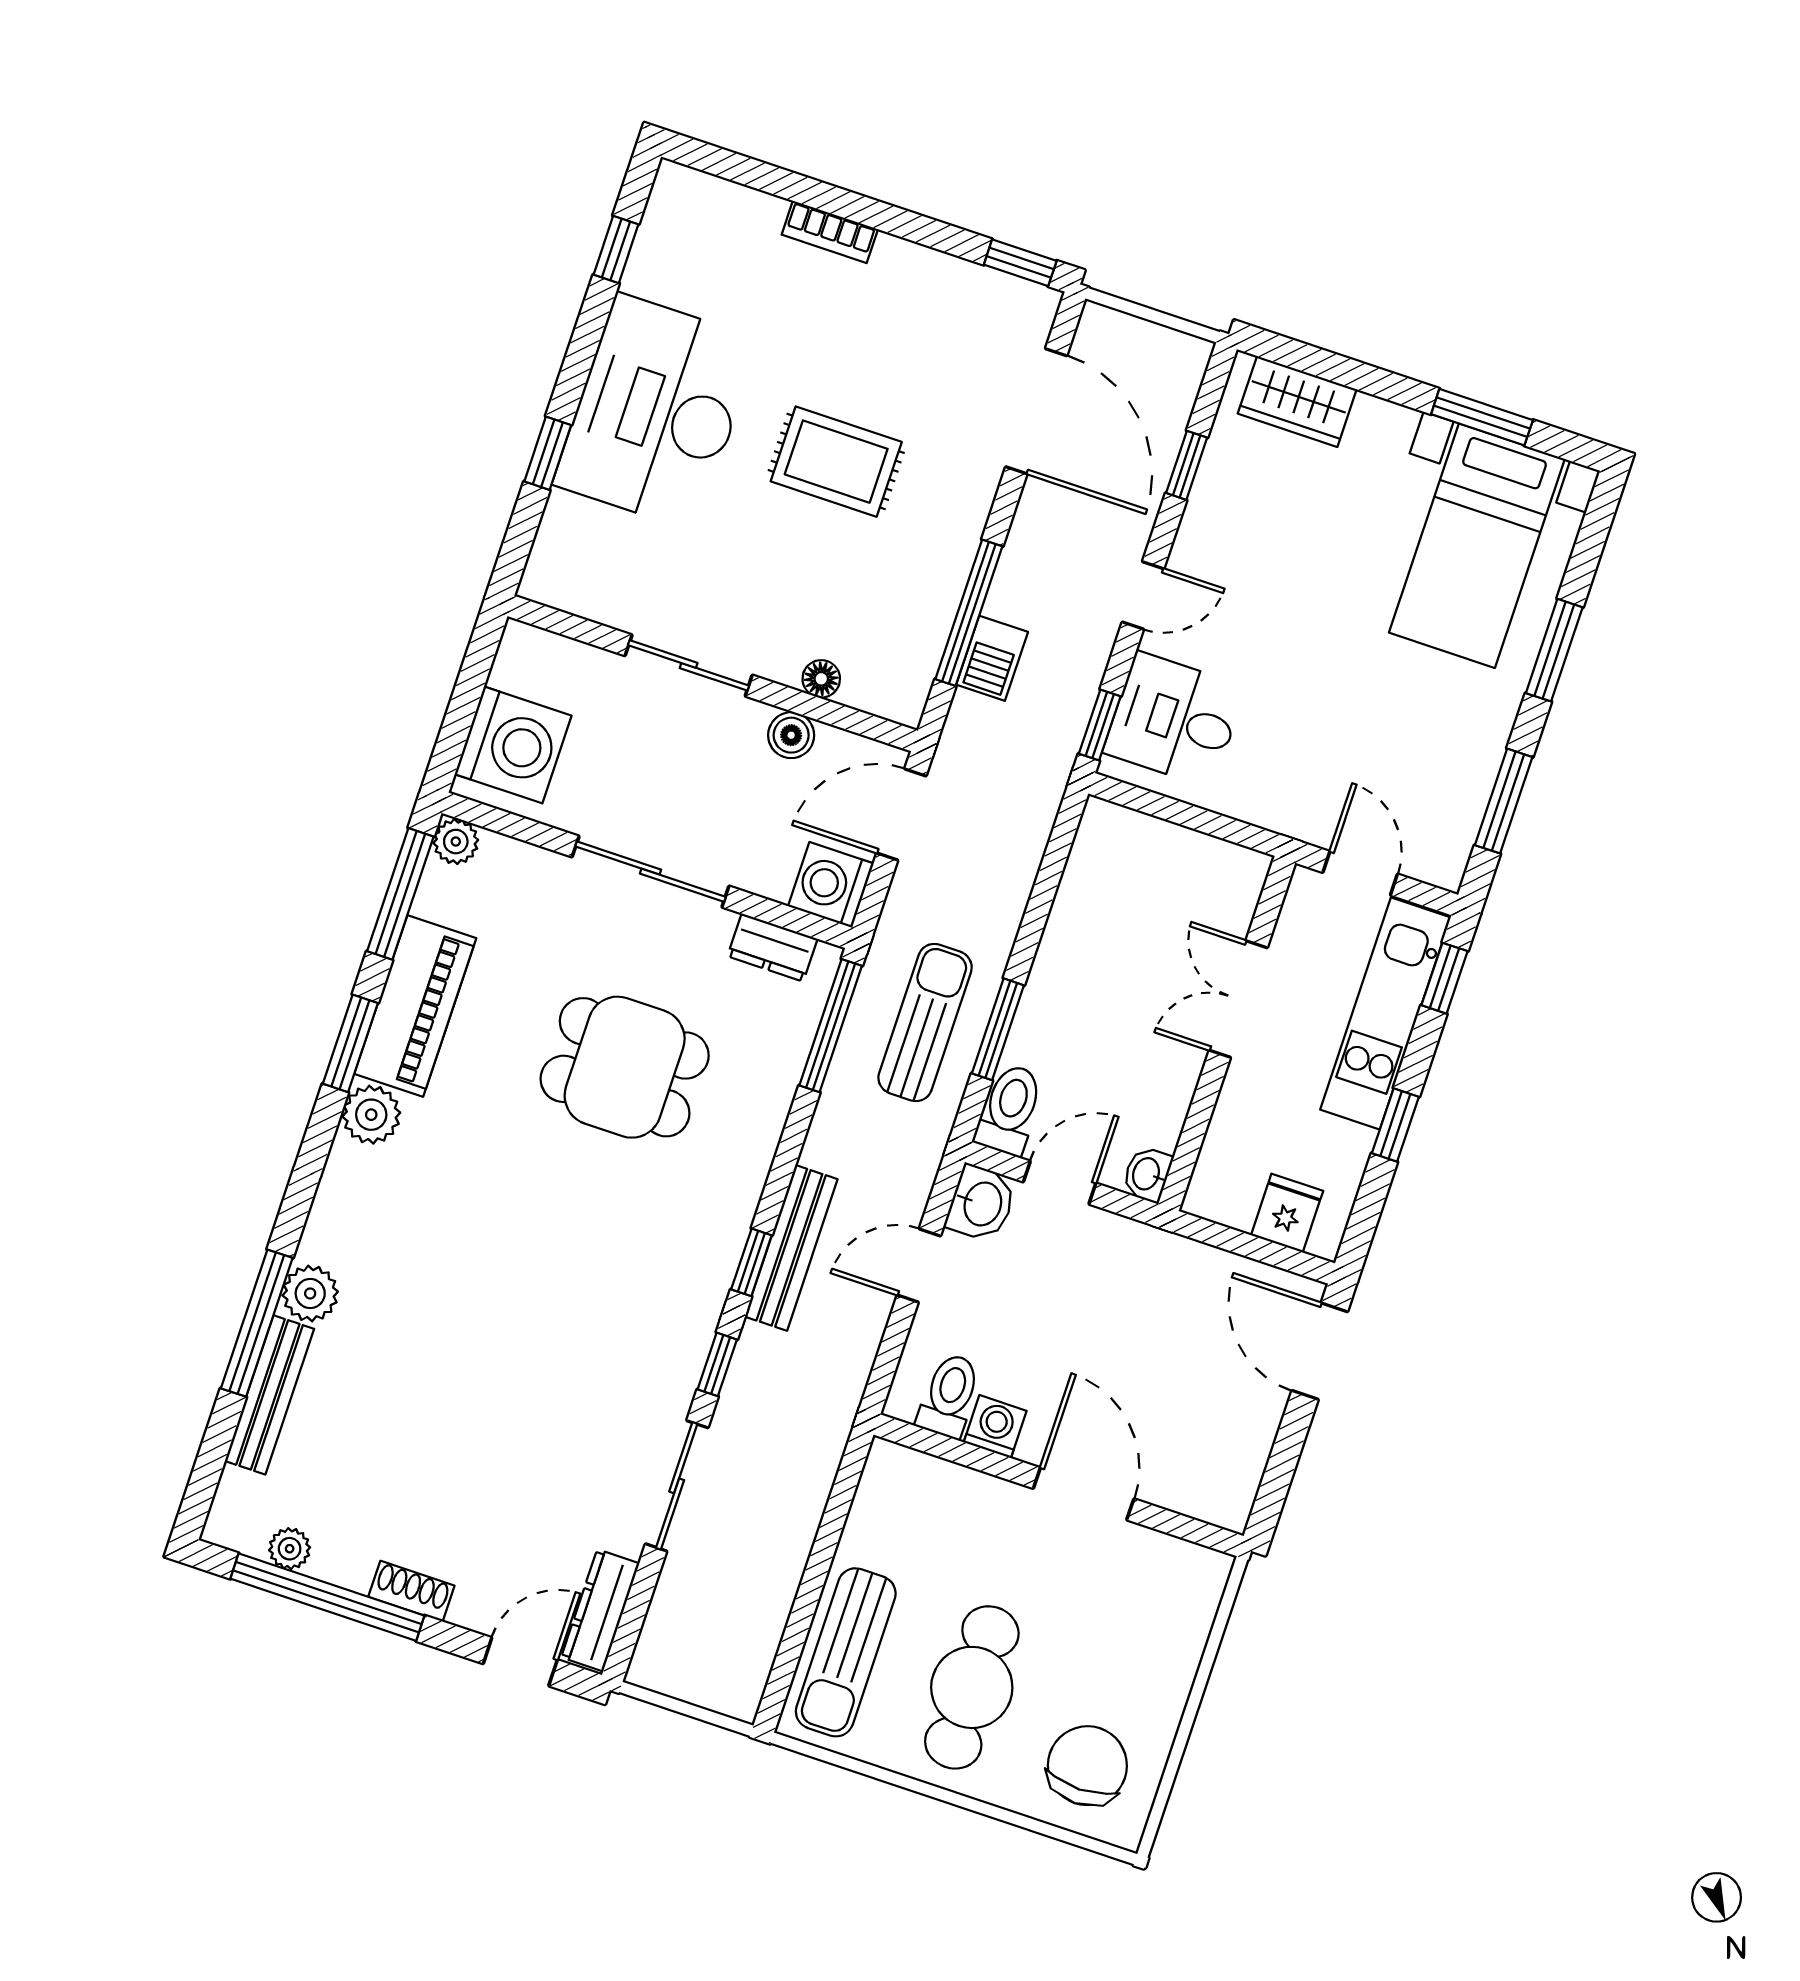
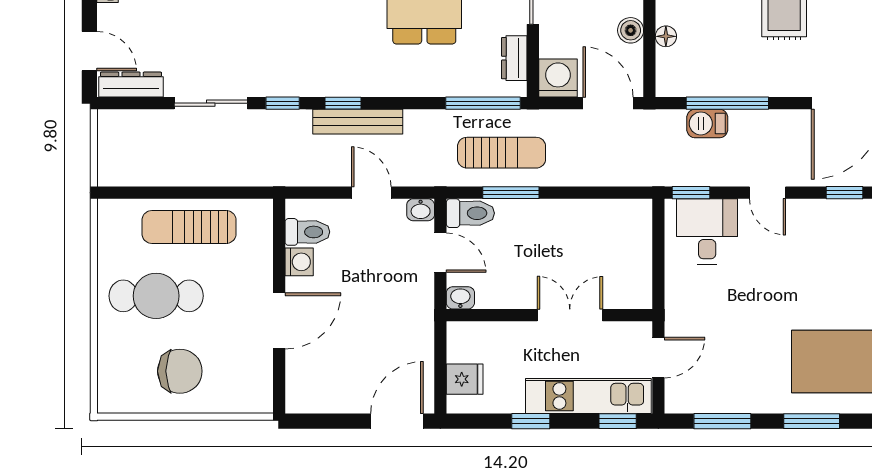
washbasin: (981, 1203) -> (421, 210), width x0.72, depth x0.69
sun lounger: (846, 1652) -> (189, 227), moved
chair: (1087, 1766) -> (180, 371), moved

